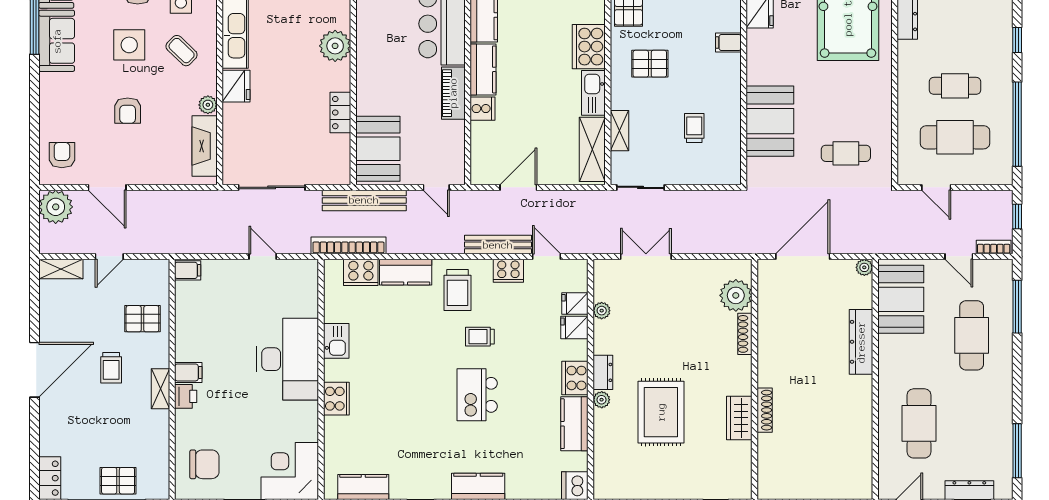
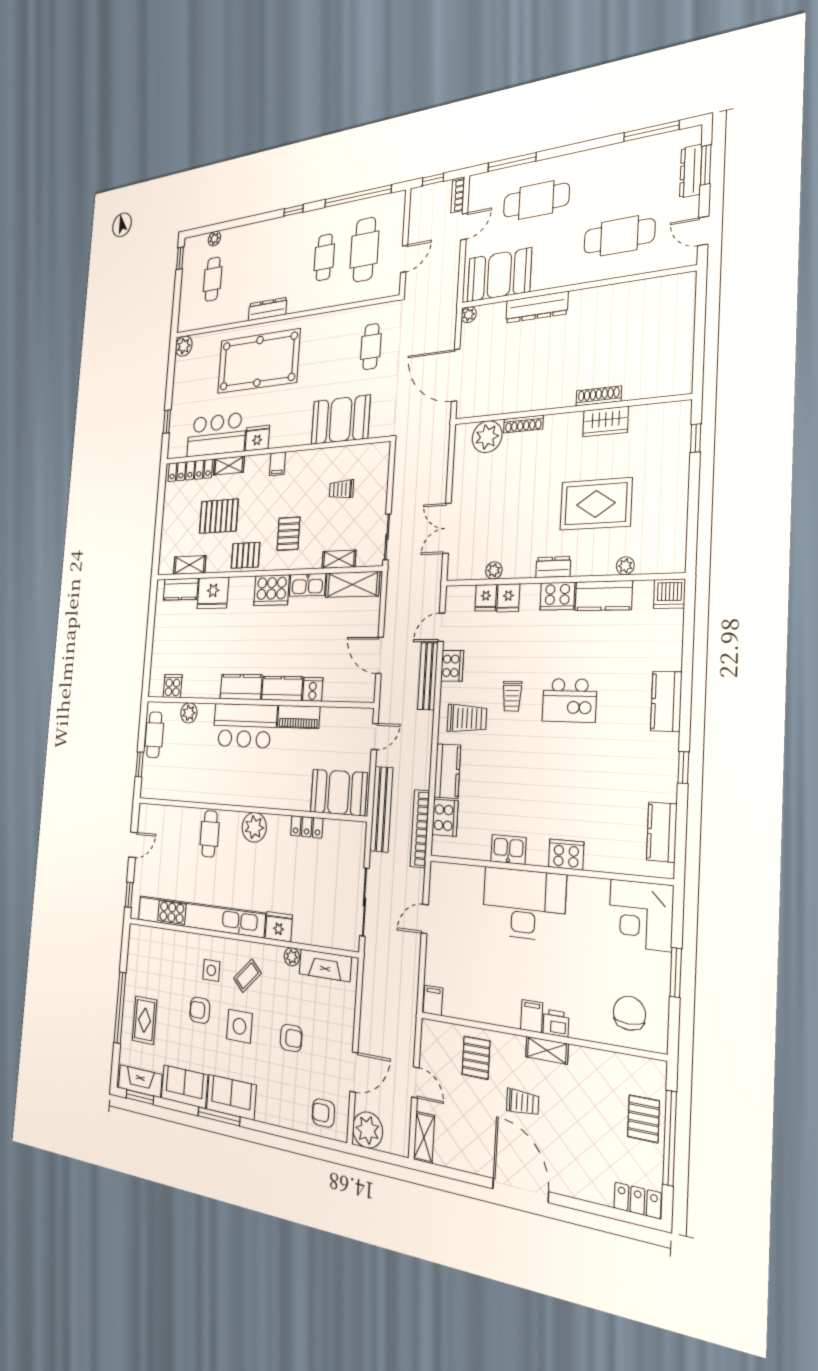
plant: (602, 400) -> (625, 566), moved

